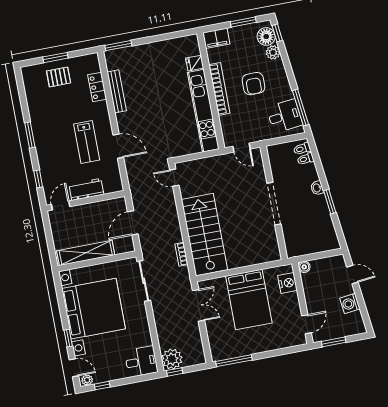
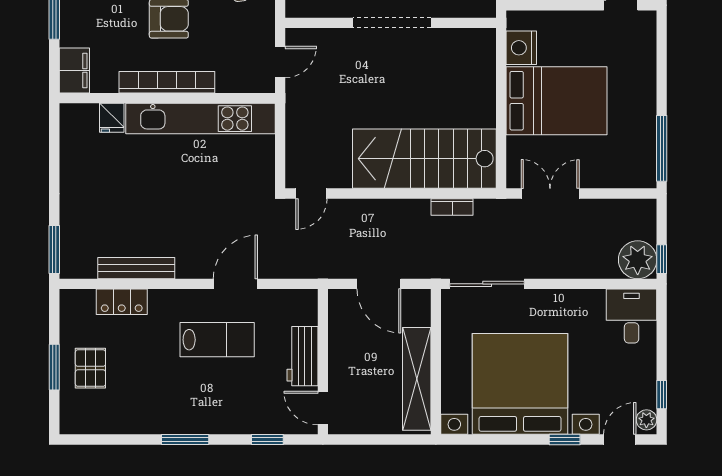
nightstand: (287, 283) -> (521, 48), moved, turned -90

